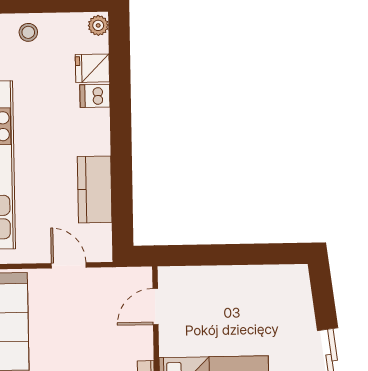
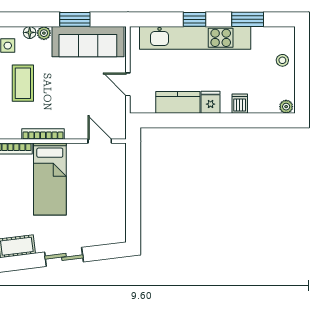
fridge: (92, 68) -> (211, 102), moved
door: (69, 265) -> (128, 84), swing flipped

